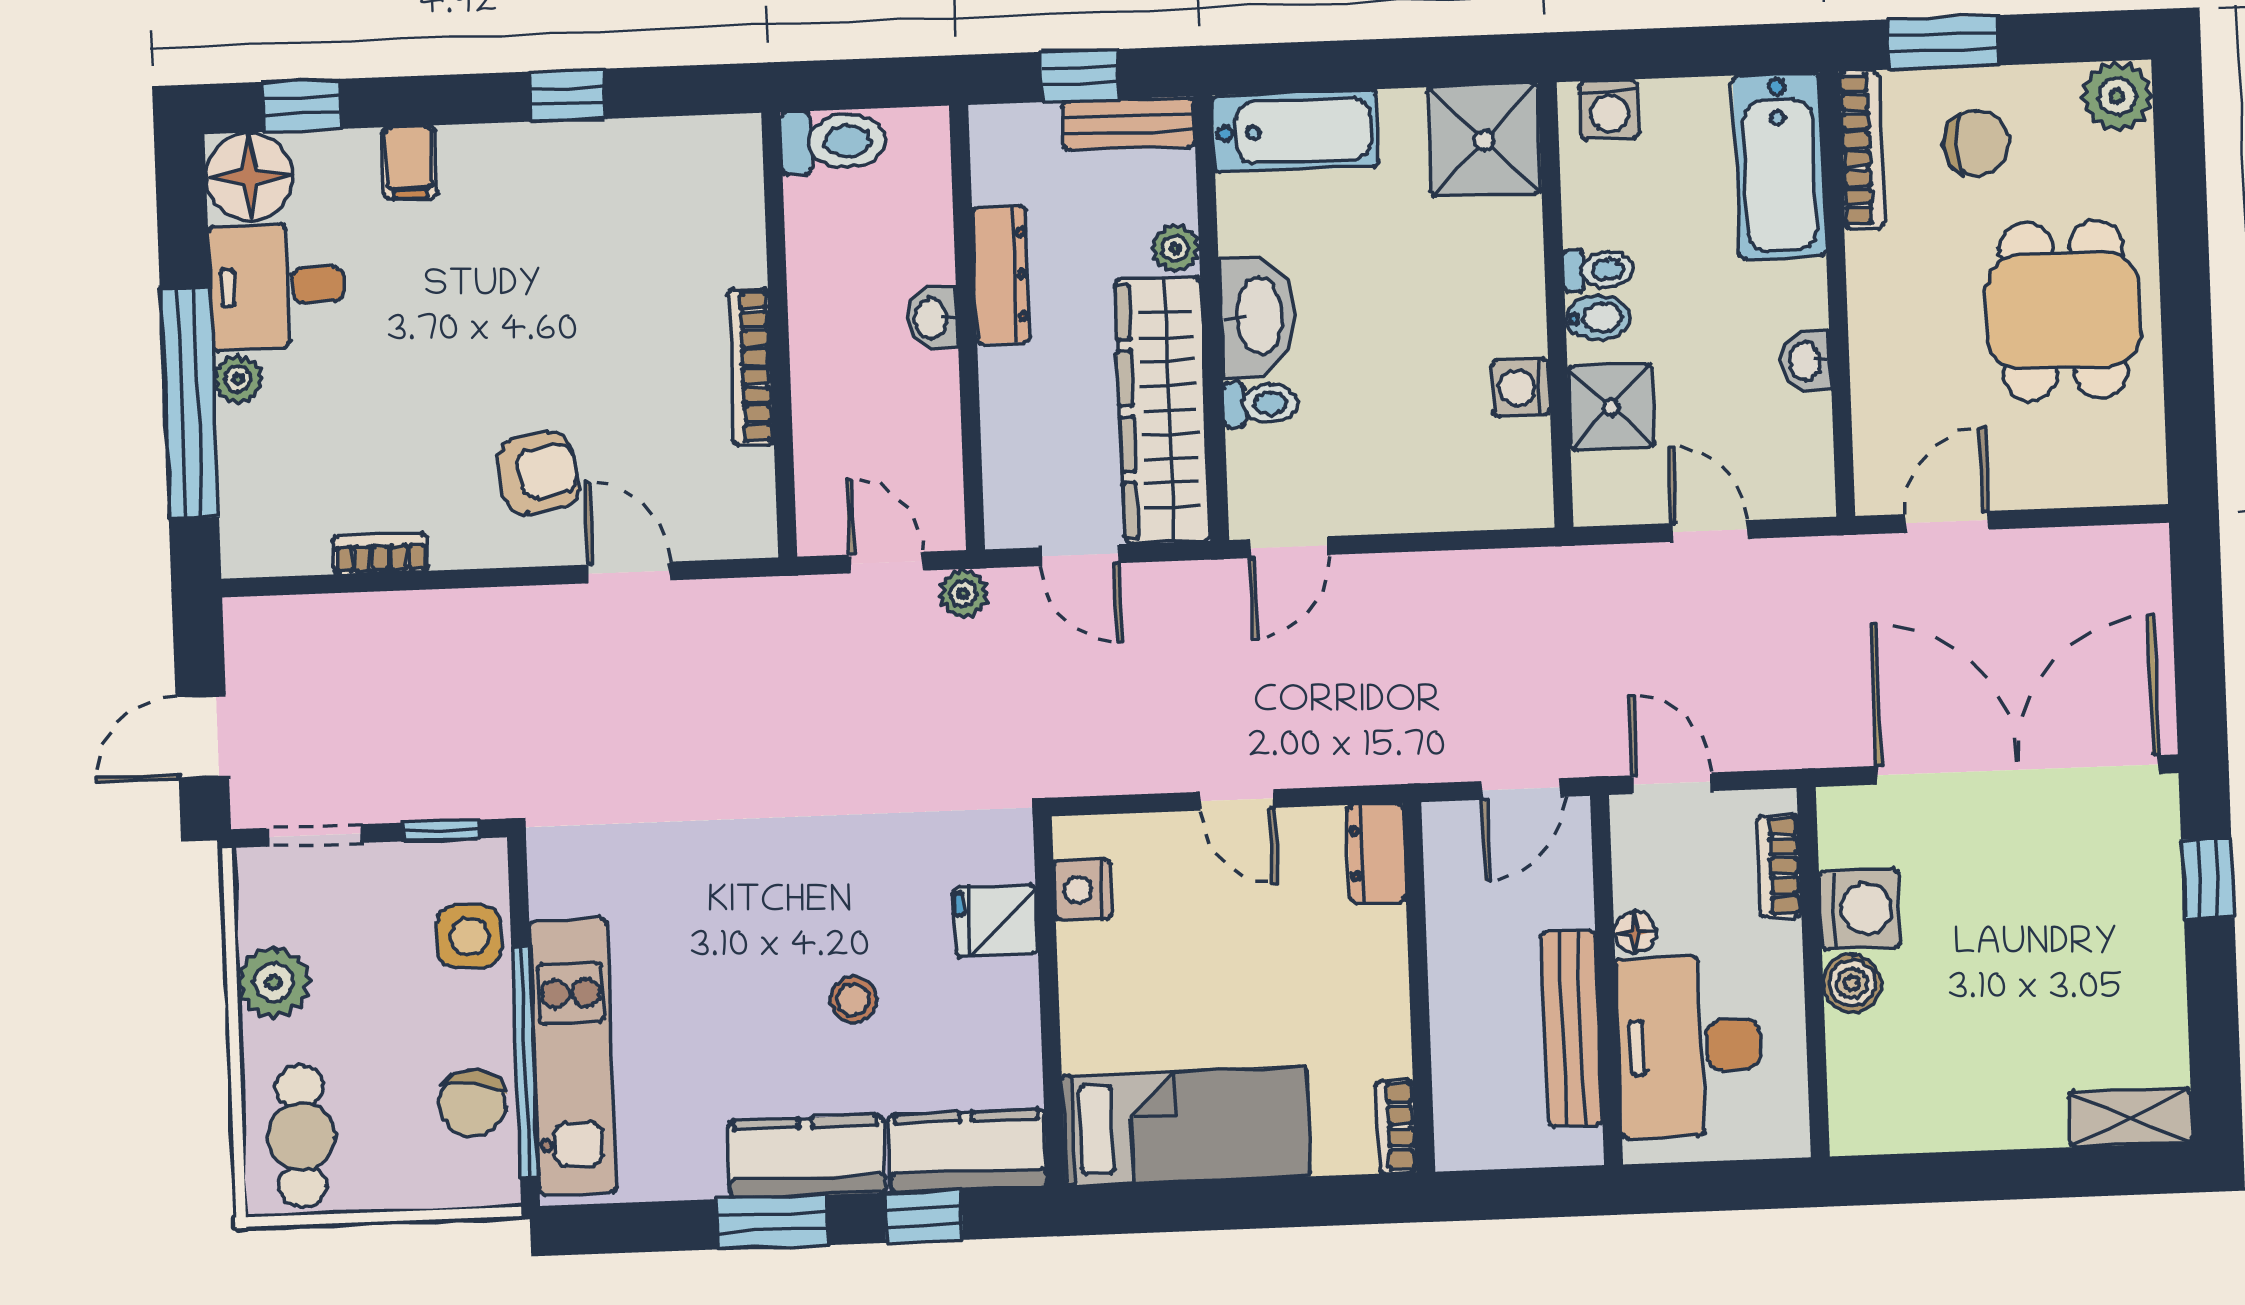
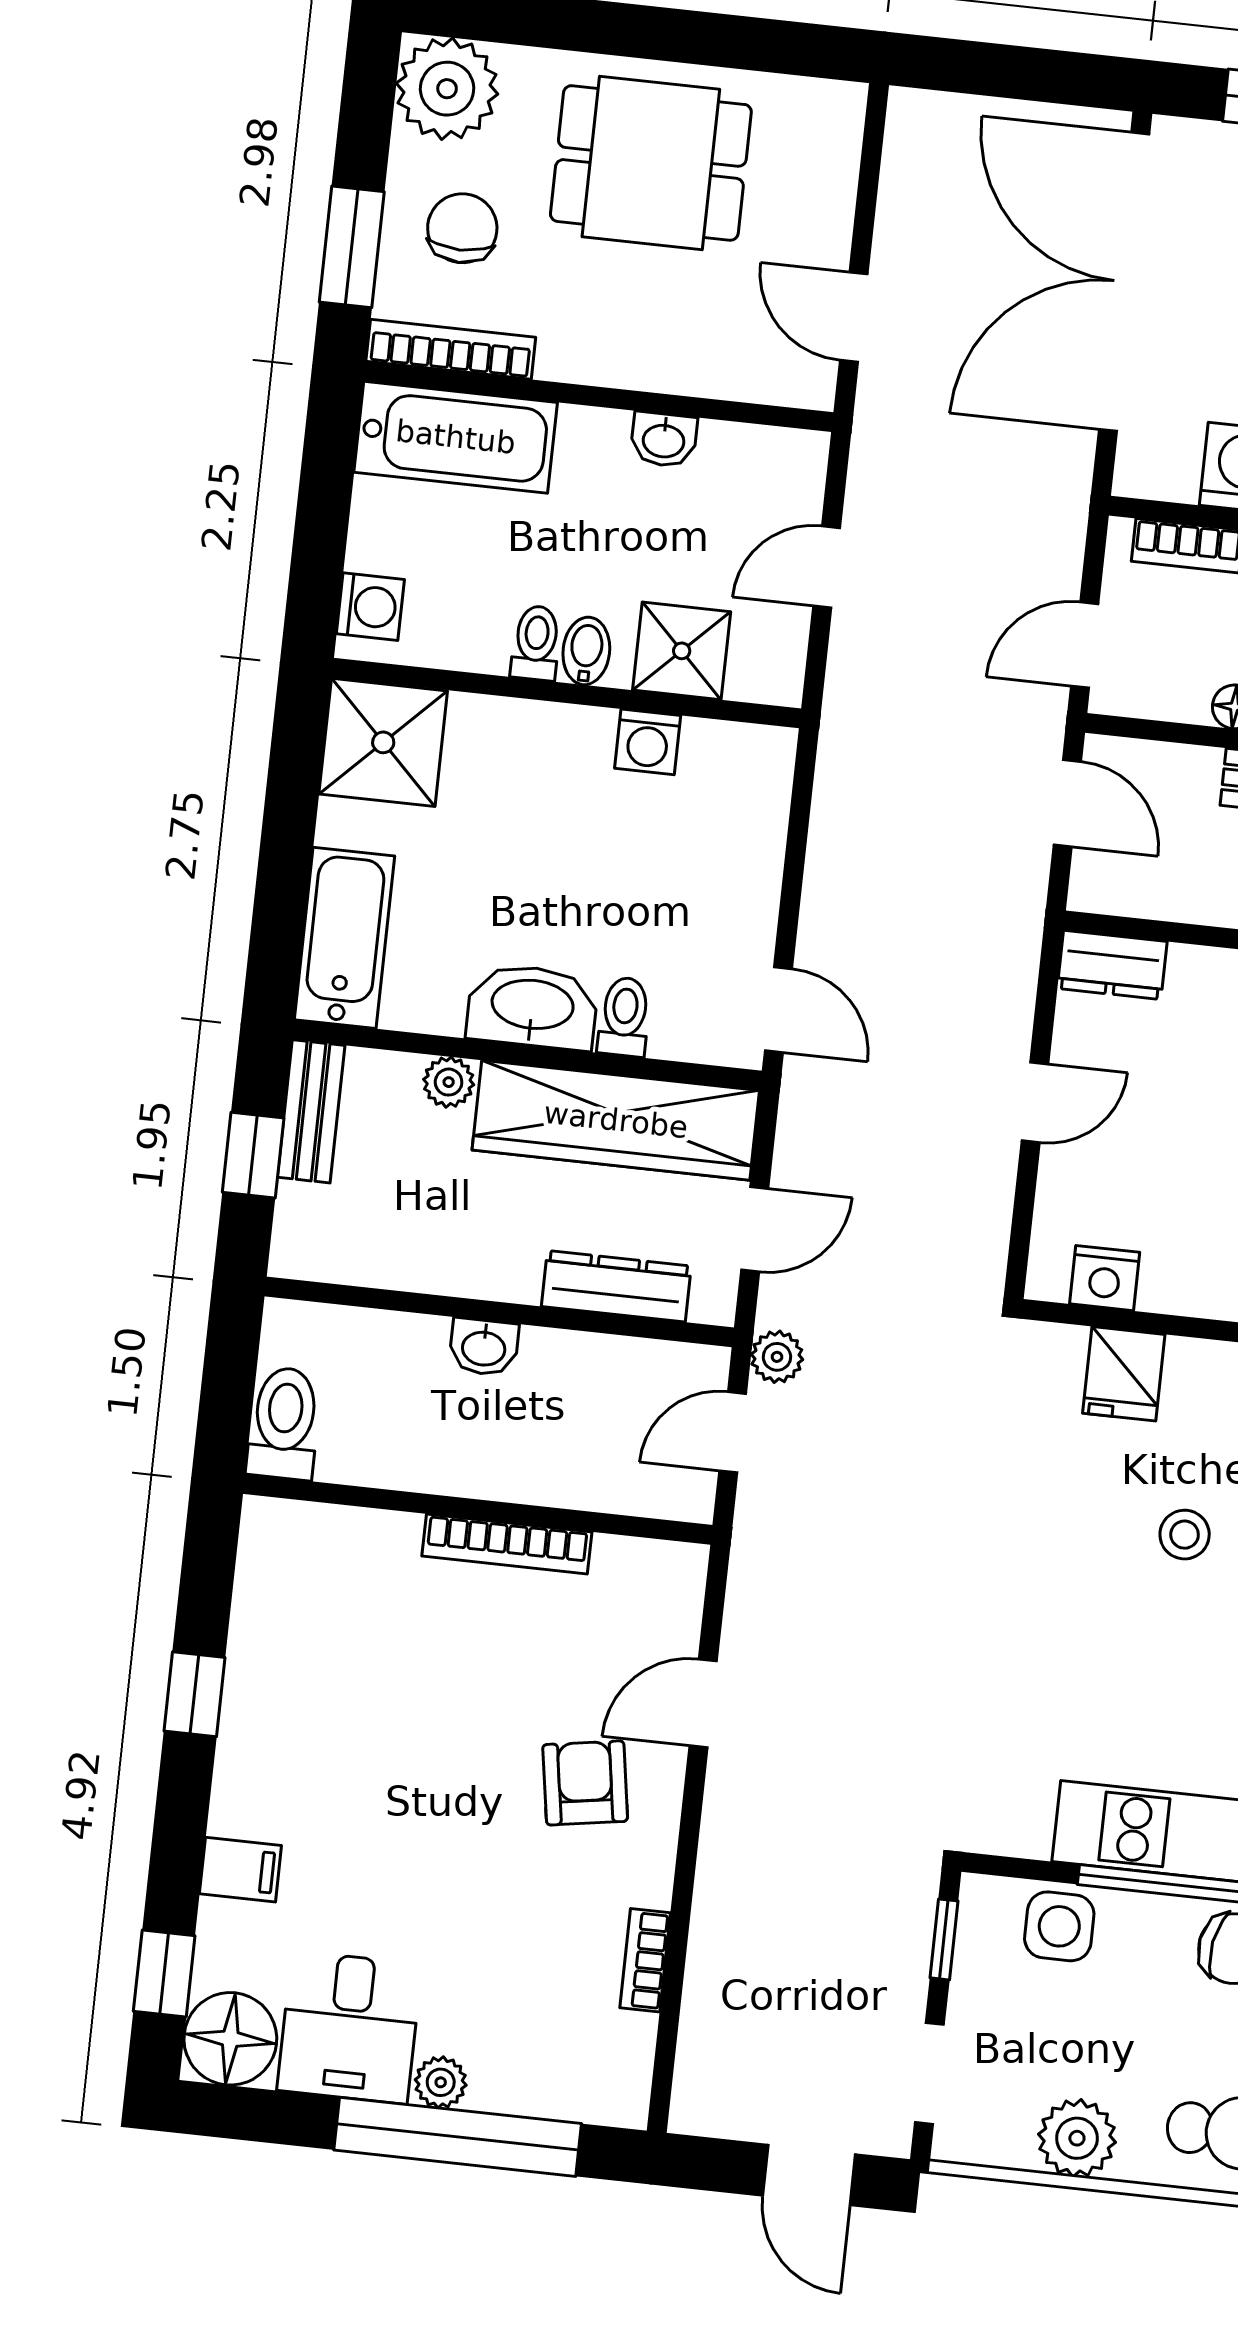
plant: (2117, 96) -> (447, 89), width x1.36, depth x1.36
dresser: (1001, 275) -> (616, 1286), moved

